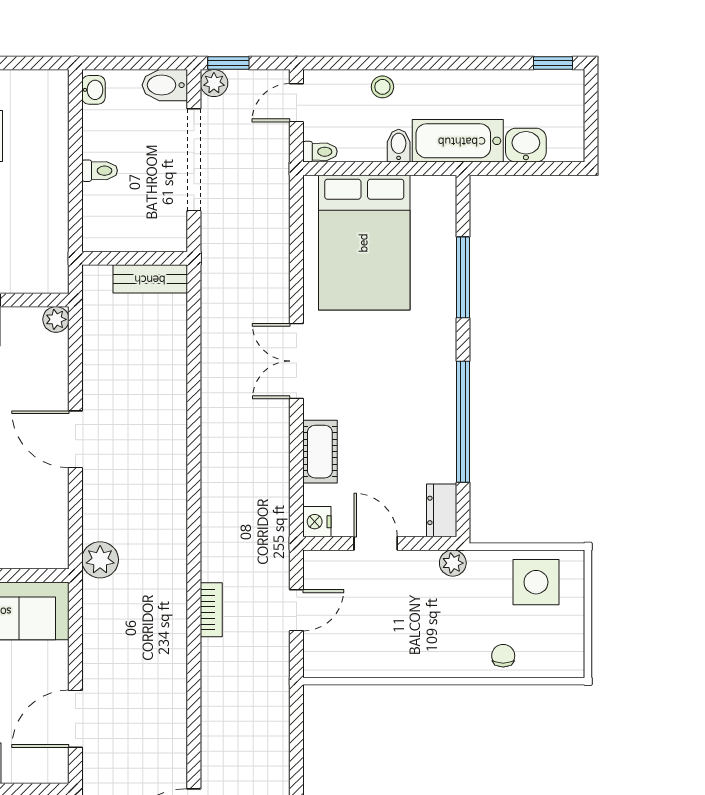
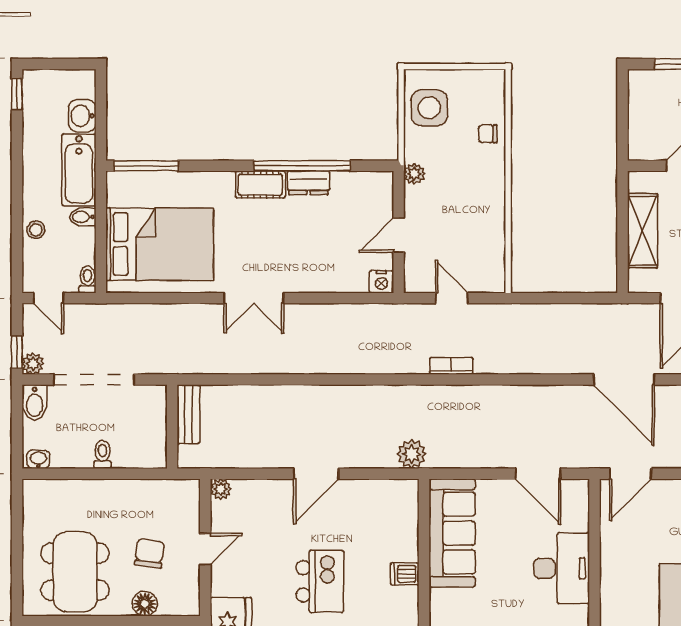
window: (463, 277) -> (146, 166), moved
cot: (320, 452) -> (260, 184), moved
dresser: (442, 510) -> (308, 183), moved

